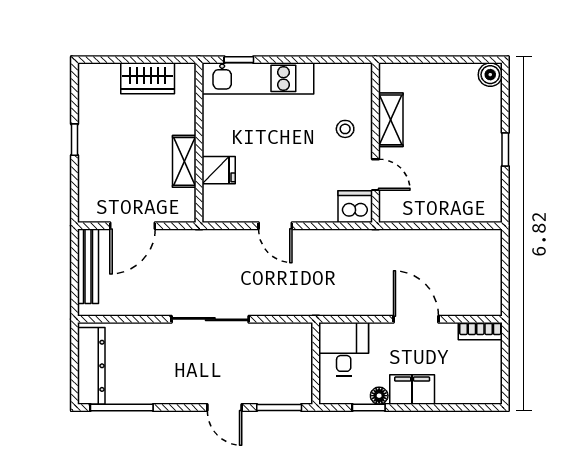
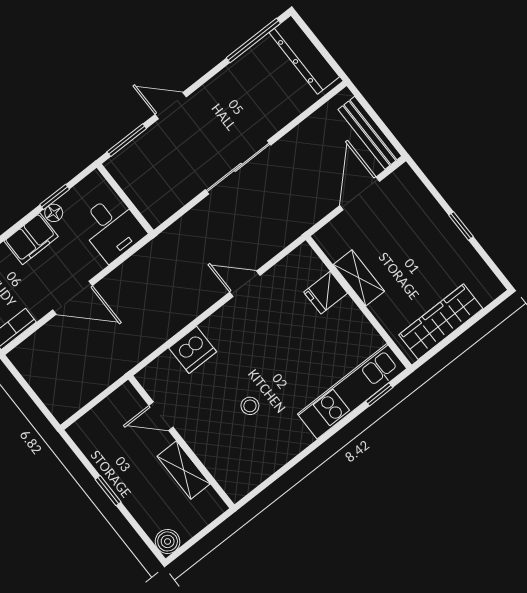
wardrobe: (148, 78) -> (441, 322), width x1.50
shelving: (391, 120) -> (184, 470), moved
wall: (375, 143) -> (181, 442), moved
door: (375, 175) -> (161, 416), moved

